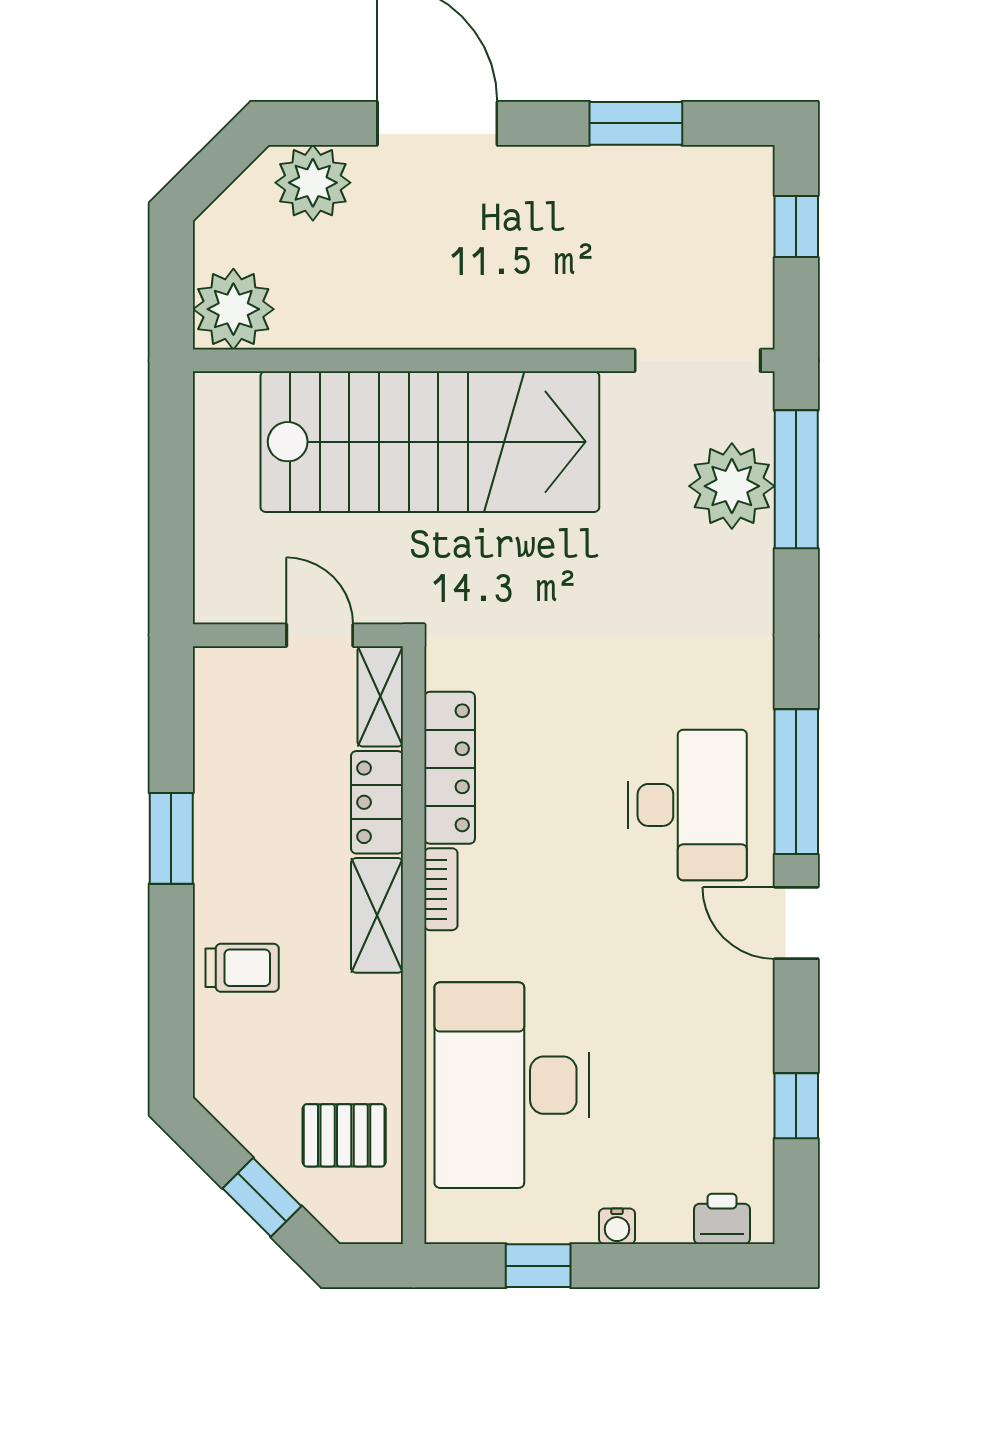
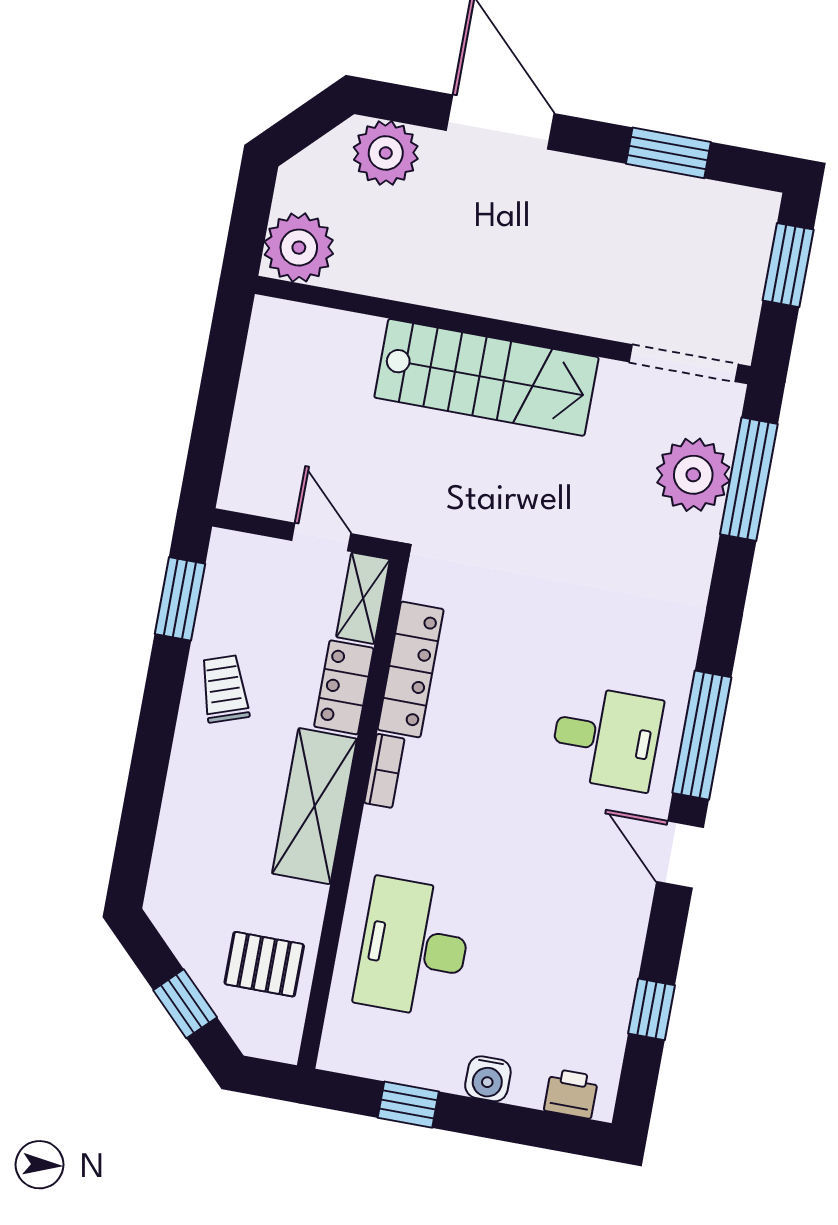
window: (796, 226) -> (788, 265), width x1.50
stairs: (430, 442) -> (486, 377), width x0.73, depth x0.66
desk: (687, 805) -> (606, 738), width x0.73
window: (171, 838) -> (180, 599), moved
shelving: (377, 915) -> (314, 806), width x1.50, depth x1.33
trolley: (242, 968) -> (225, 689), moved, turned -109
desk: (512, 1085) -> (414, 948), width x0.73, depth x0.77
water cooler: (617, 1226) -> (488, 1079), width x1.38, depth x1.38

